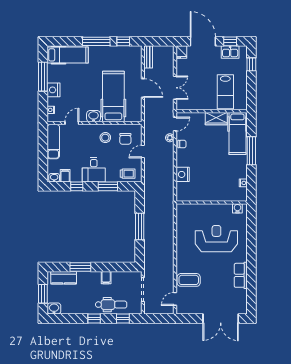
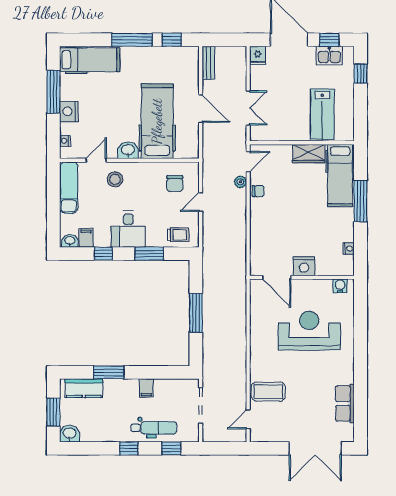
stool: (105, 138) -> (115, 179), moved
nightstand: (183, 174) -> (304, 266), moved, turned -90
door: (194, 203) -> (277, 277), added
row of seats: (241, 275) -> (345, 404), moved

